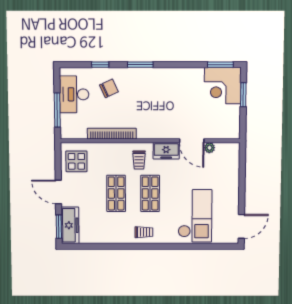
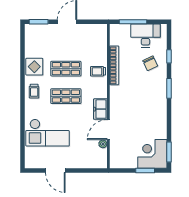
trolley: (139, 160) -> (98, 71), moved
display table: (76, 161) -> (34, 67), moved
freezer: (70, 225) -> (40, 31), removed
door: (241, 226) -> (55, 170), moved

